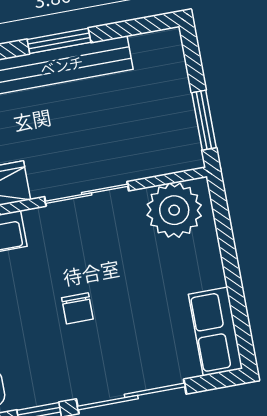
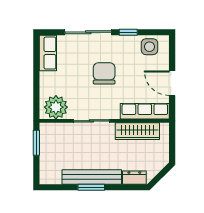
chair: (77, 308) -> (104, 73), width x1.87, depth x1.87

